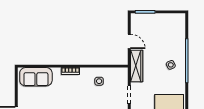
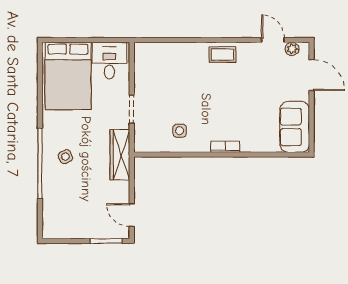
door: (129, 41) -> (132, 215), moved
sofa: (36, 77) -> (295, 127), moved, turned -90

